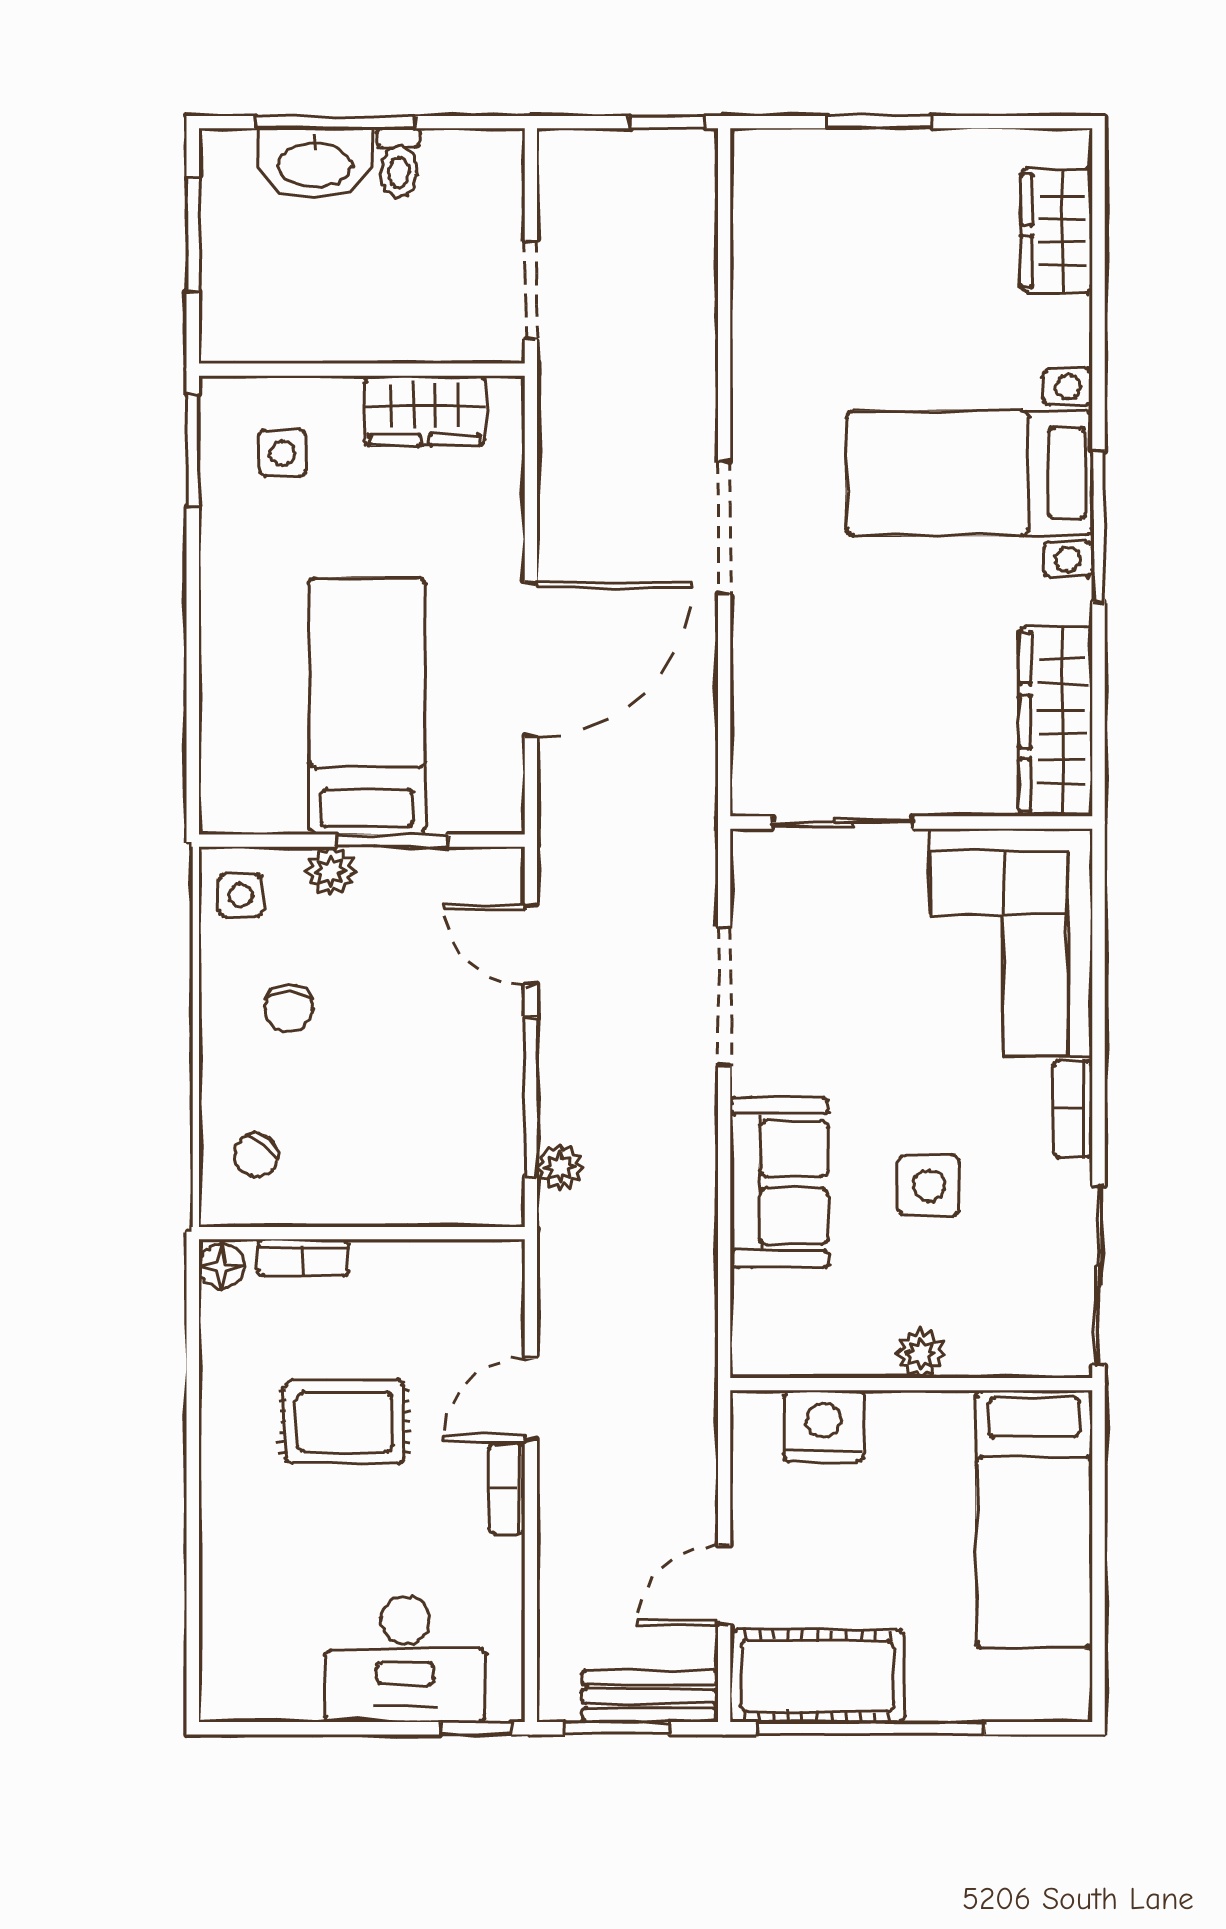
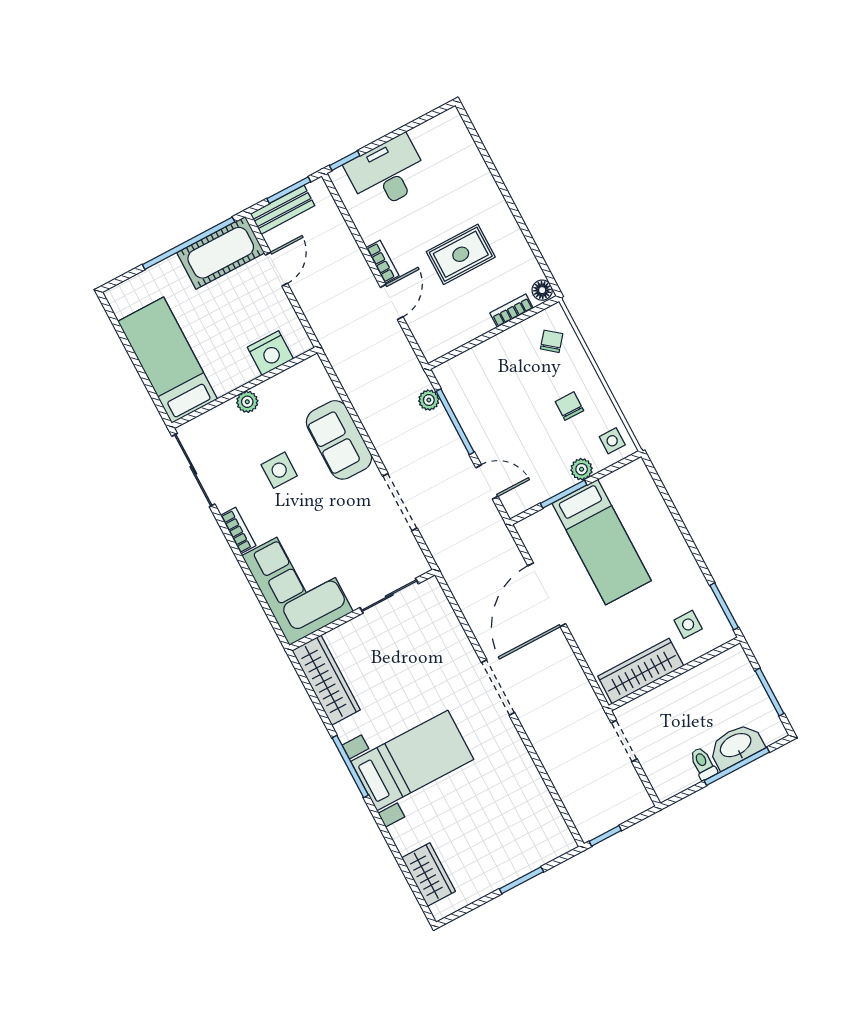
wardrobe: (425, 411) -> (641, 671), width x1.50

